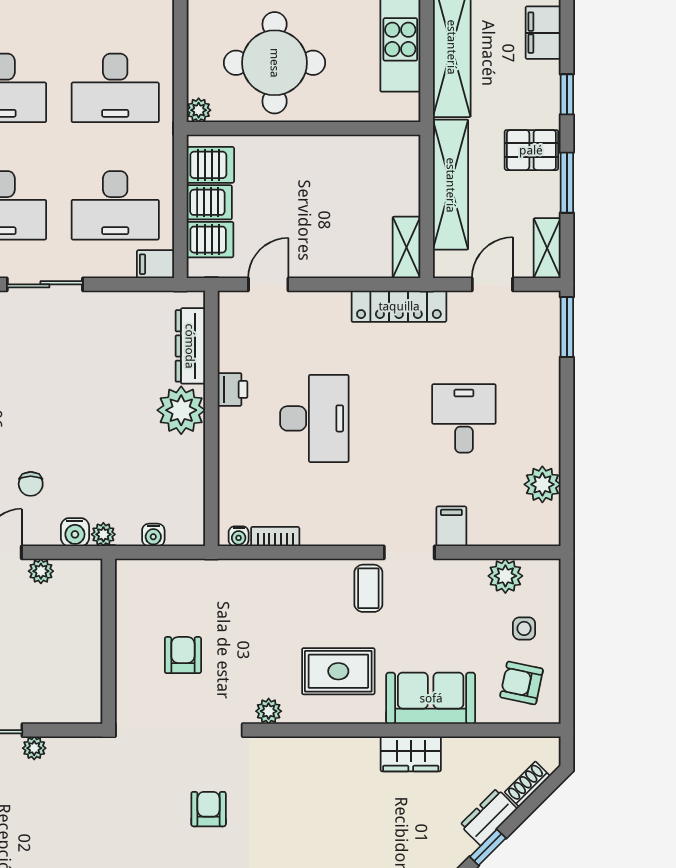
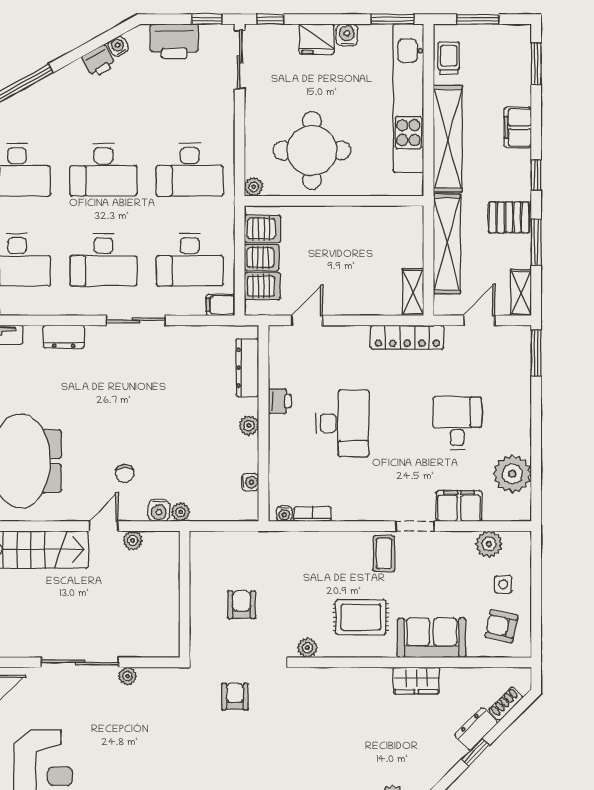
plant: (181, 410) -> (249, 426), width x0.53, depth x0.53
plant: (542, 484) -> (512, 474), width x1.36, depth x1.36
filing cabinet: (451, 526) -> (459, 506), width x2.00
water cooler: (153, 535) -> (250, 482), moved, turned -90
armchair: (209, 809) -> (235, 697), moved

